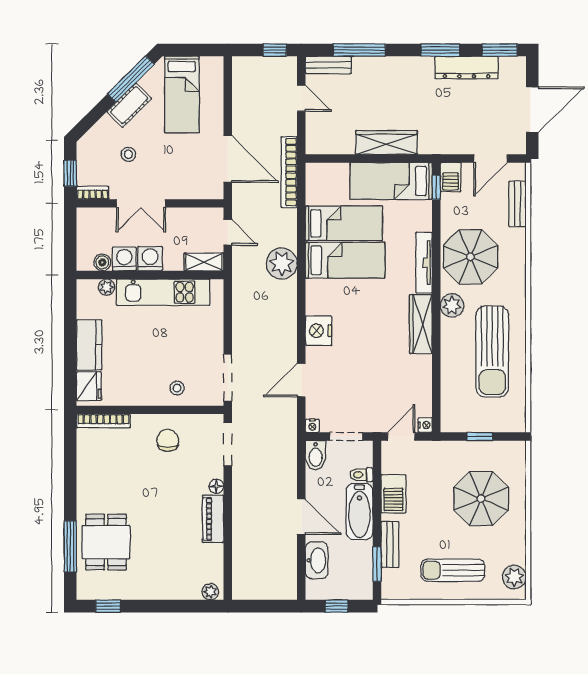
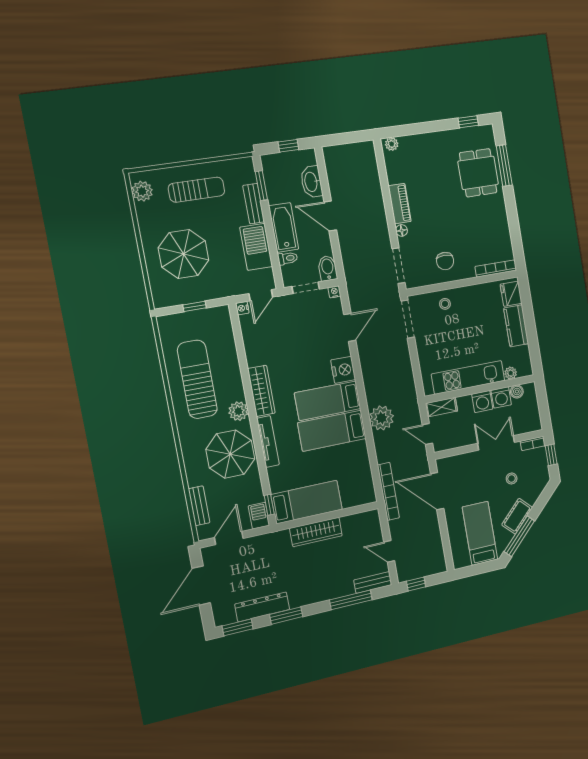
bed: (344, 223) -> (328, 401), moved
barbecue: (393, 494) -> (256, 247), width x1.37, depth x1.21

